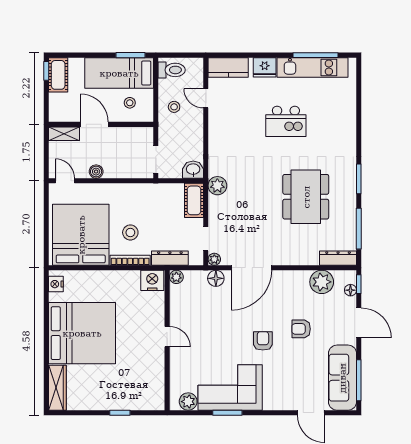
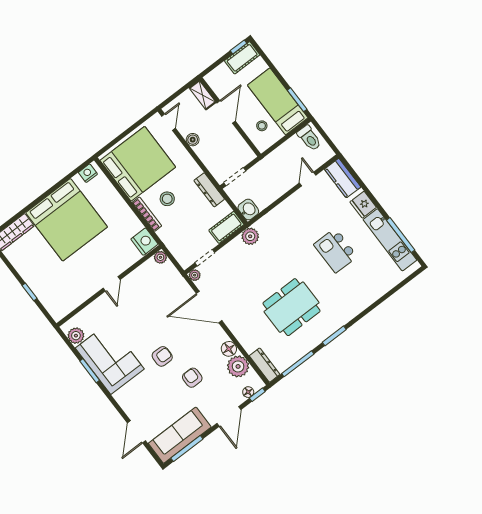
stool: (174, 107) -> (284, 161), removed
dresser: (170, 258) -> (209, 190), moved, turned 180
floor lamp: (216, 278) -> (229, 349), moved

